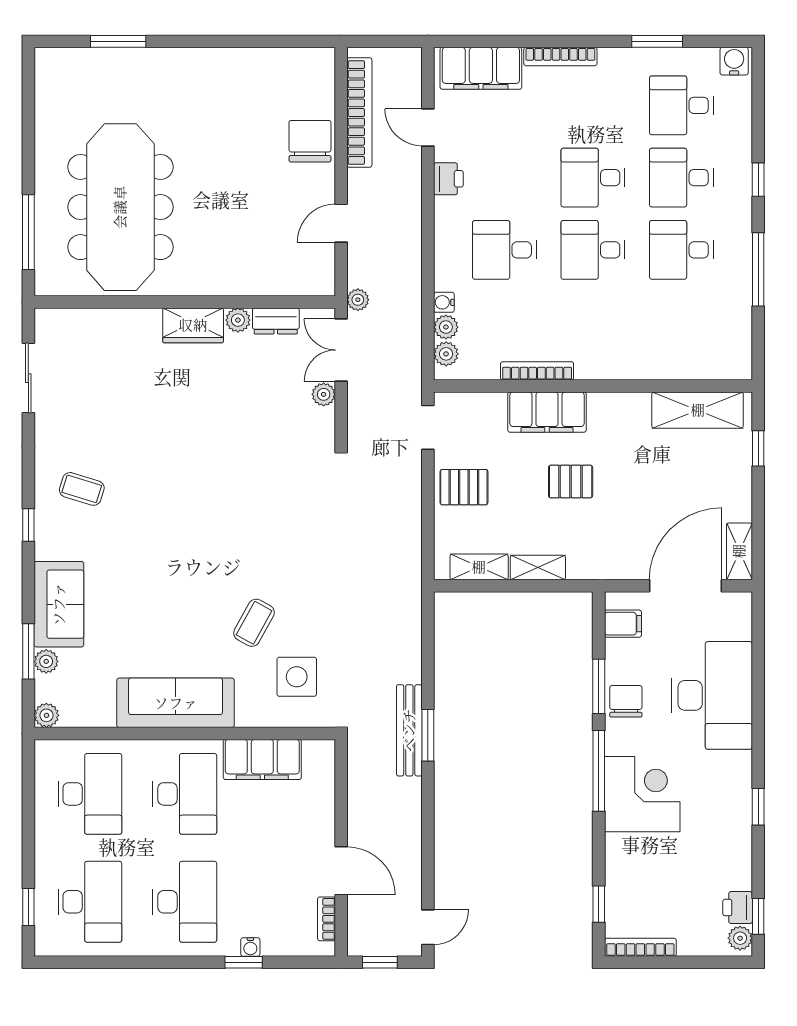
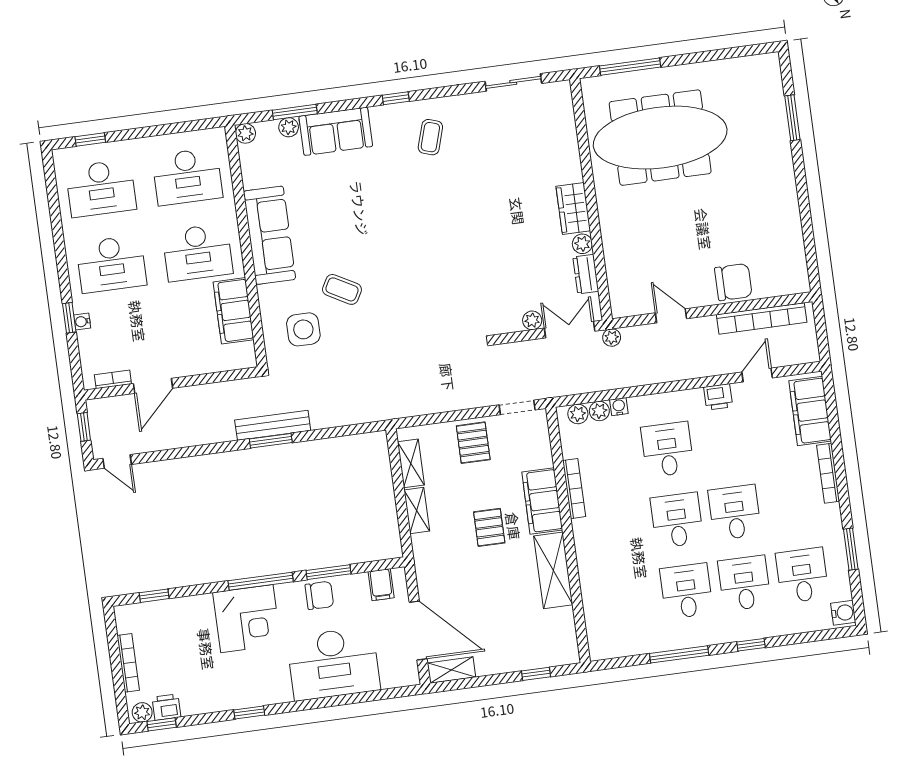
shelving: (698, 410) -> (553, 570), moved
bookcase: (640, 947) -> (128, 663), moved

